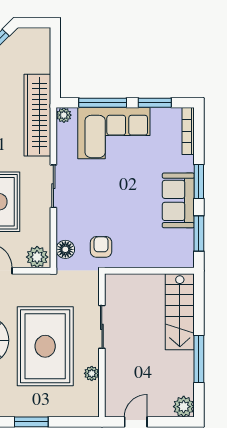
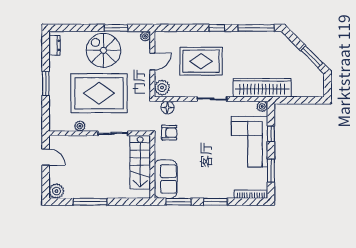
window: (103, 103) -> (271, 134), width x0.46
sofa: (178, 200) -> (166, 179), moved, turned 90
stairs: (180, 312) -> (140, 162), moved, turned -90

